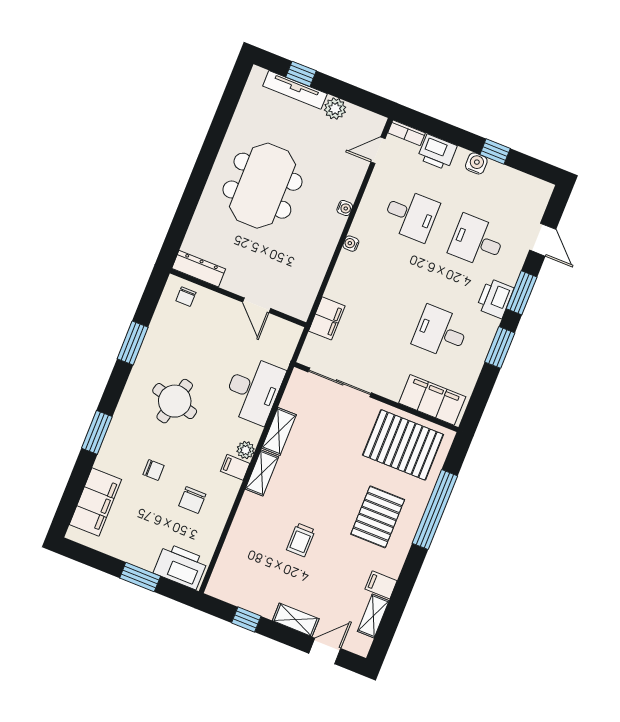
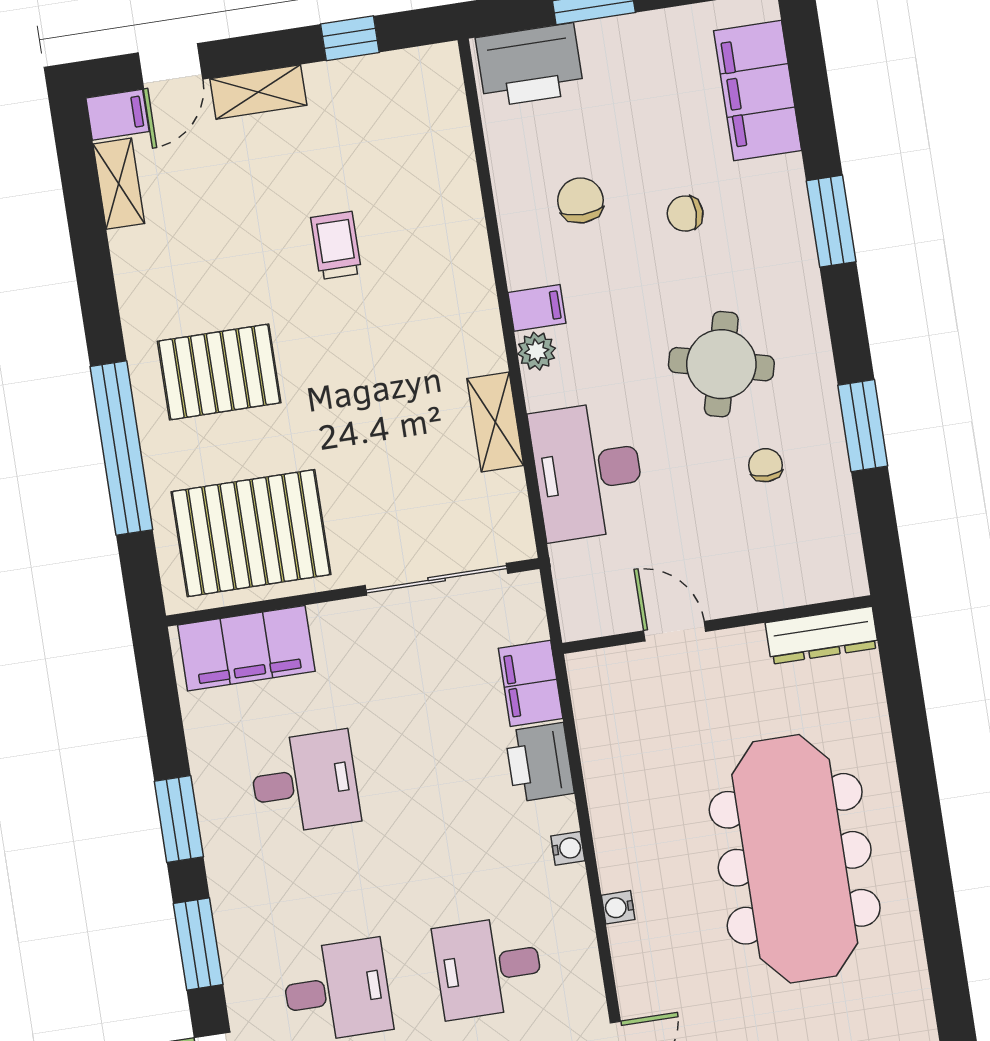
meeting table: (262, 186) -> (795, 859), width x1.36
chair: (186, 297) -> (766, 465), moved
printer: (495, 298) -> (539, 762), moved, turned 180
shelving: (262, 473) -> (481, 327), removed
pallet: (378, 517) -> (219, 372), turned 90
filing cabinet: (381, 585) -> (117, 115), moved

